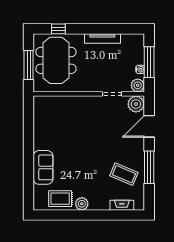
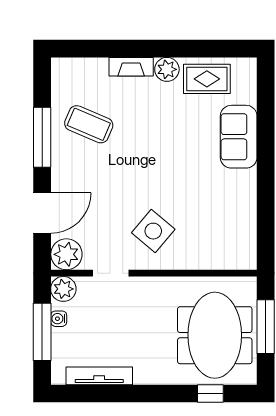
tv unit: (102, 38) -> (99, 376), moved
side table: (89, 117) -> (153, 231), added
fireplace: (122, 205) -> (131, 67), moved

